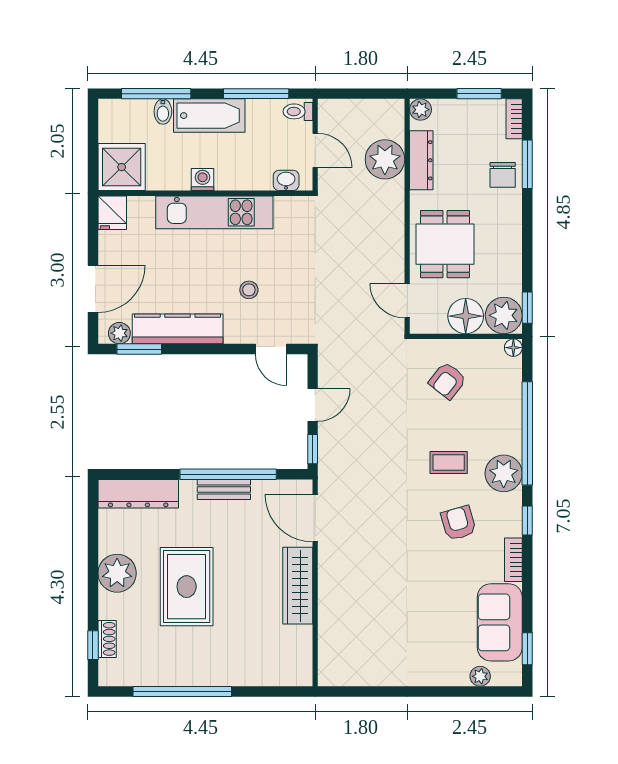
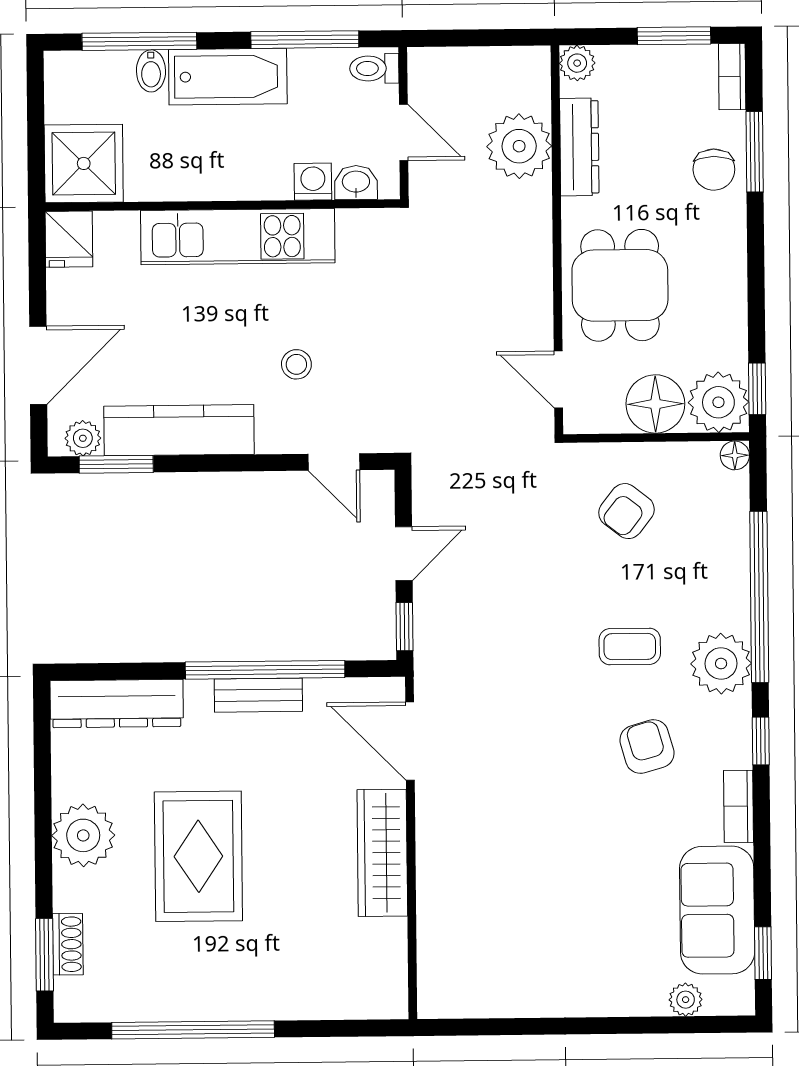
washing machine: (203, 180) -> (313, 182), moved
window: (93, 645) -> (44, 955), width x1.50

